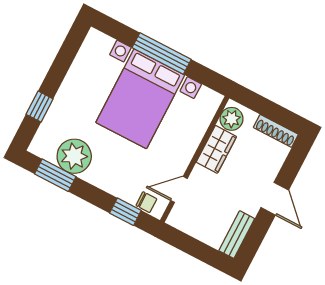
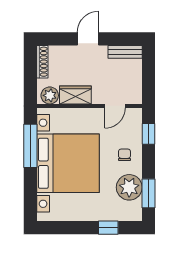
window: (162, 53) -> (30, 146), moved
bed with nightstands: (140, 99) -> (68, 163), width x1.36
door: (179, 189) -> (115, 106), hinge flipped
chair: (146, 202) -> (124, 155), moved

